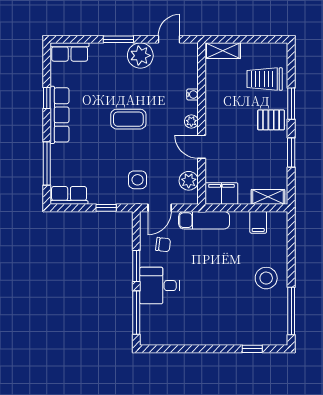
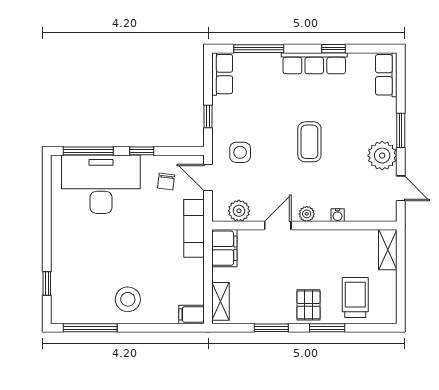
filing cabinet: (258, 222) -> (192, 314), moved
window: (136, 266) -> (142, 151), width x0.67
desk: (159, 286) -> (101, 184), width x1.87, depth x1.30

